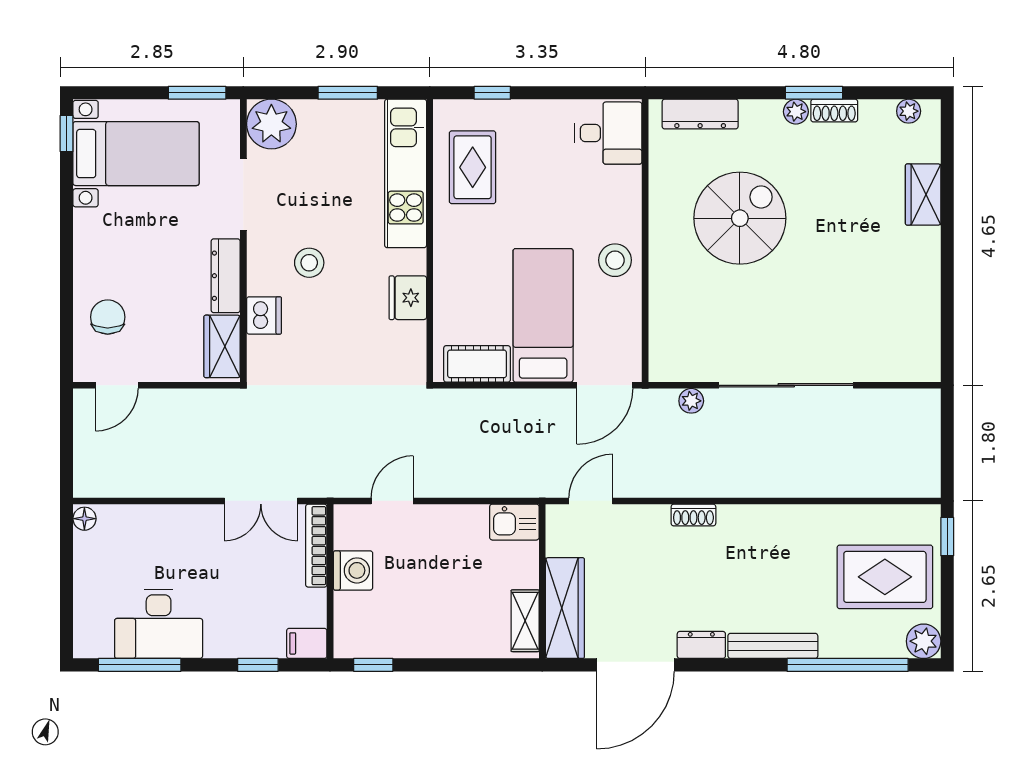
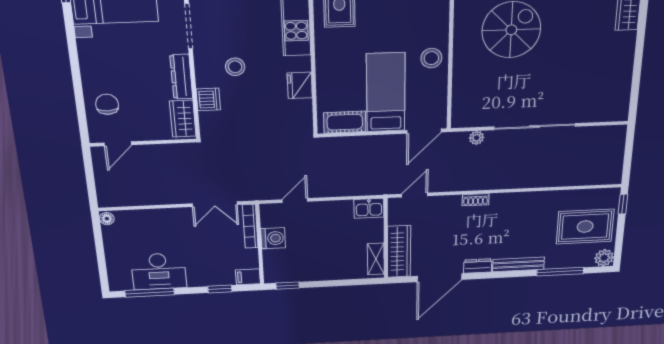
window: (848, 665) -> (560, 272), width x0.68

